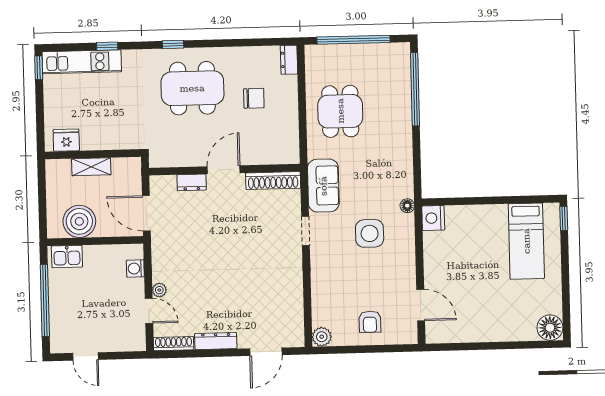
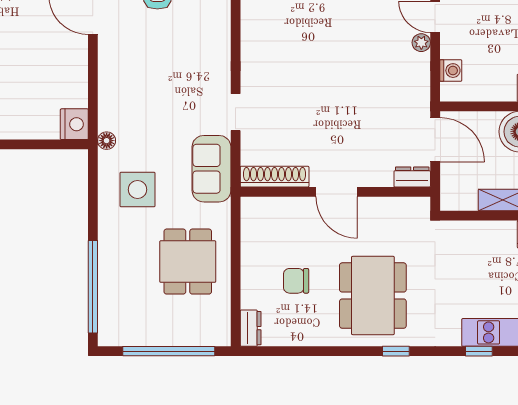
dining table: (192, 88) -> (373, 296), turned 90
door: (224, 170) -> (336, 192), hinge flipped
dresser: (192, 182) -> (412, 177), moved
side table: (370, 233) -> (137, 190), moved

